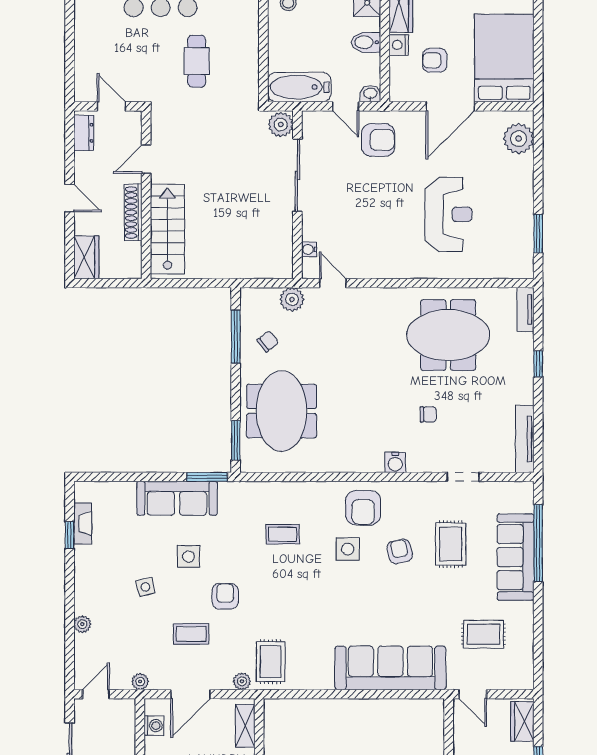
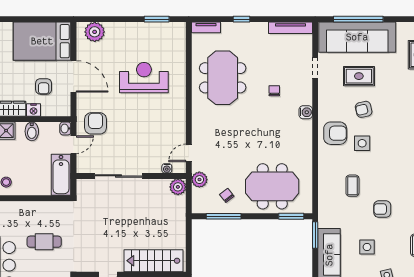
plant: (281, 125) -> (178, 187), moved
sofa: (516, 557) -> (357, 37), width x1.36, depth x1.27
armchair: (225, 596) -> (382, 209), moved

